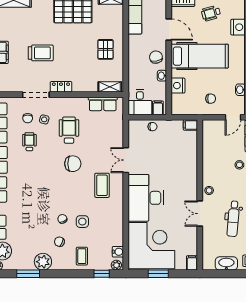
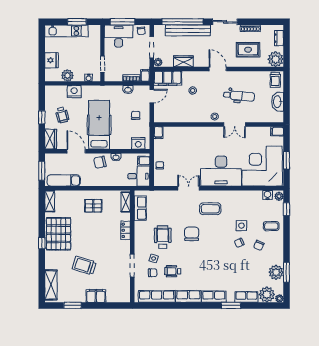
door: (169, 29) -> (76, 151), hinge flipped
trolley: (41, 53) -> (84, 265), moved, turned -73
nightstand: (178, 86) -> (138, 143), moved
locker: (61, 87) -> (126, 230), moved
door: (233, 117) -> (152, 96), hinge flipped
wheelchair: (69, 130) -> (163, 237), turned 90
double door: (126, 160) -> (189, 188), swing flipped
plant: (43, 262) -> (276, 272), moved

